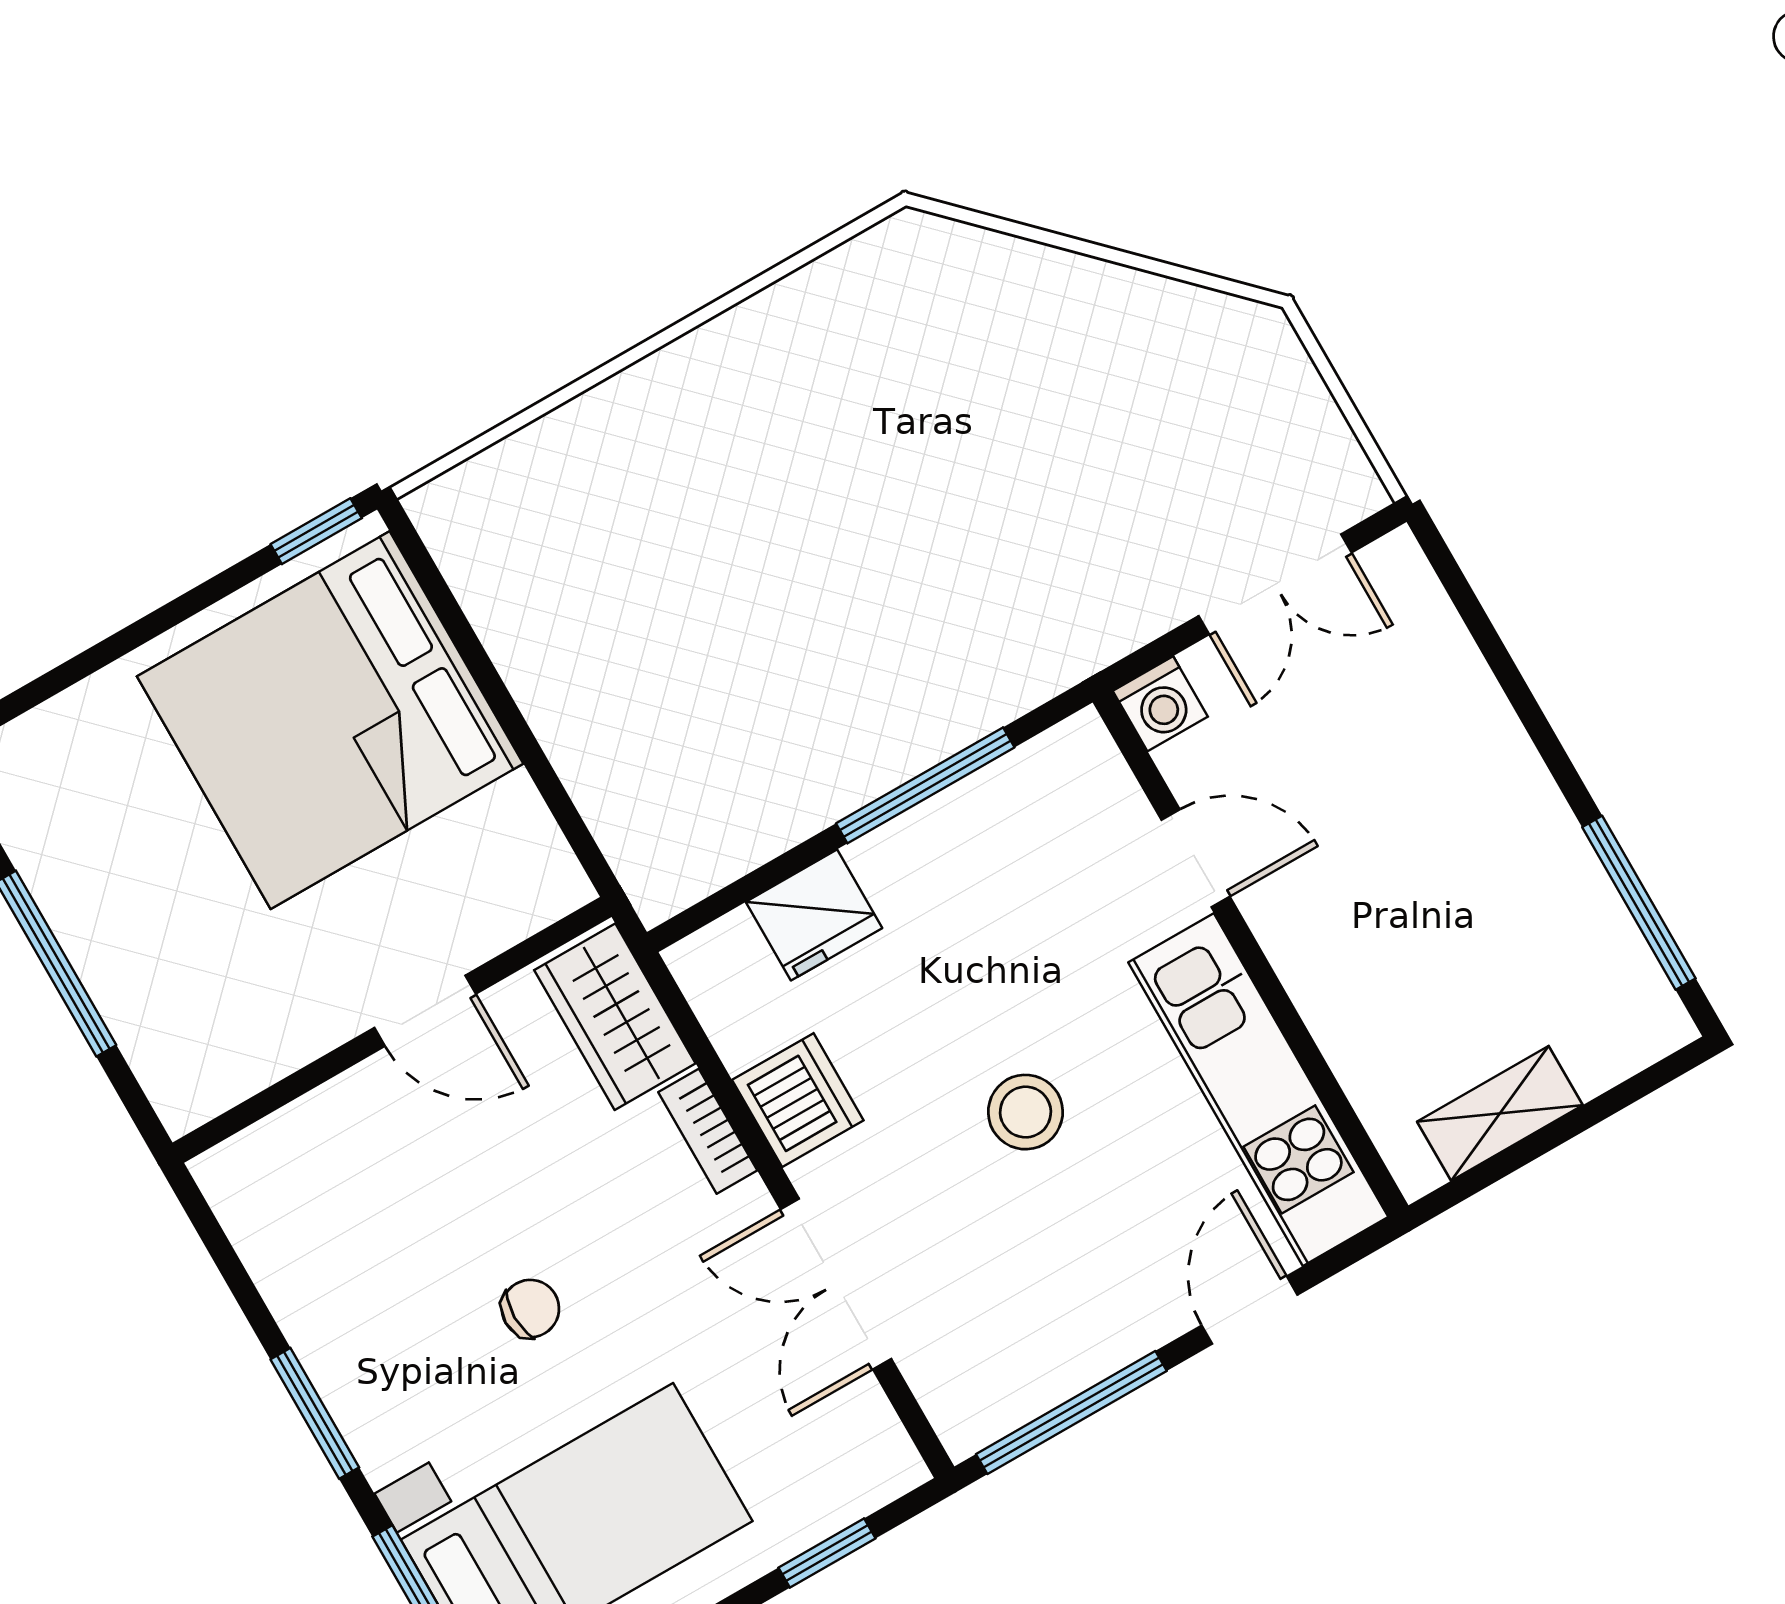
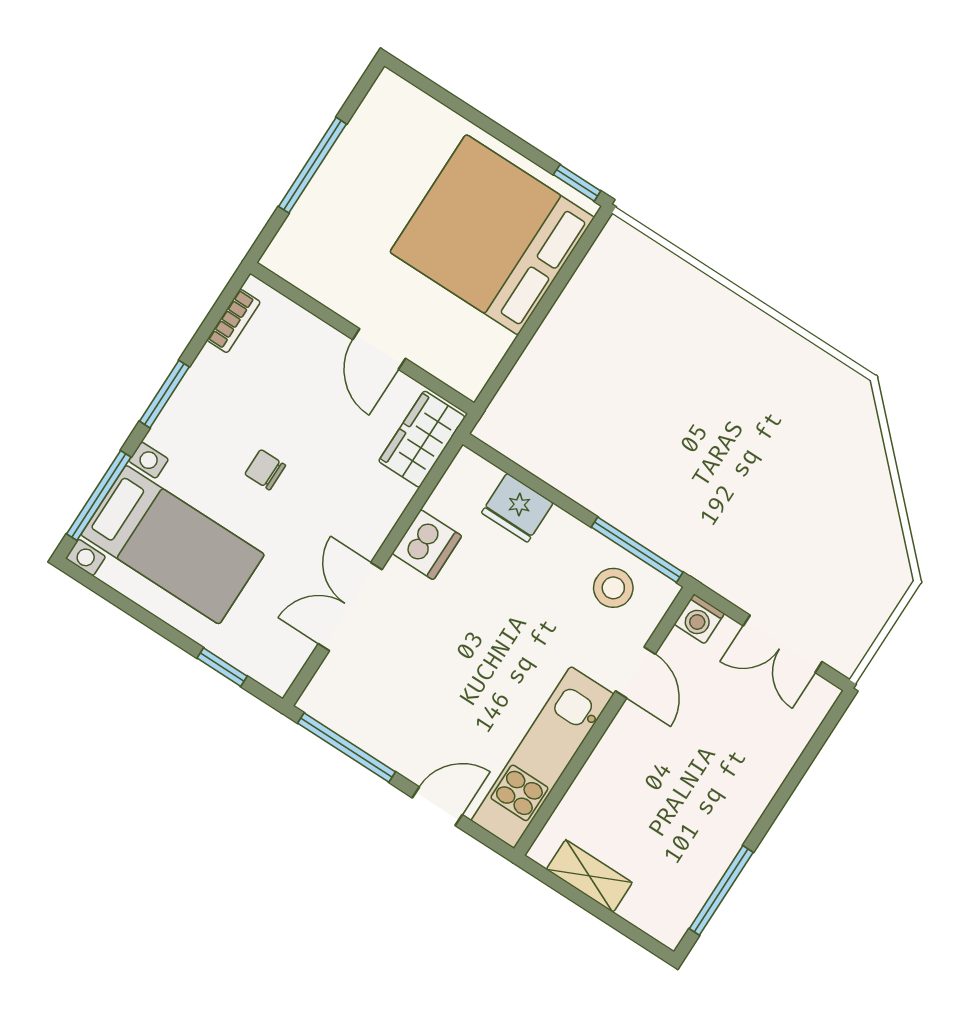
window: (925, 785) -> (637, 550), moved
stool: (1025, 1112) -> (613, 588), moved
bookcase: (708, 1131) -> (234, 321), moved, turned 180
chair: (530, 1309) -> (265, 470), turned 180

